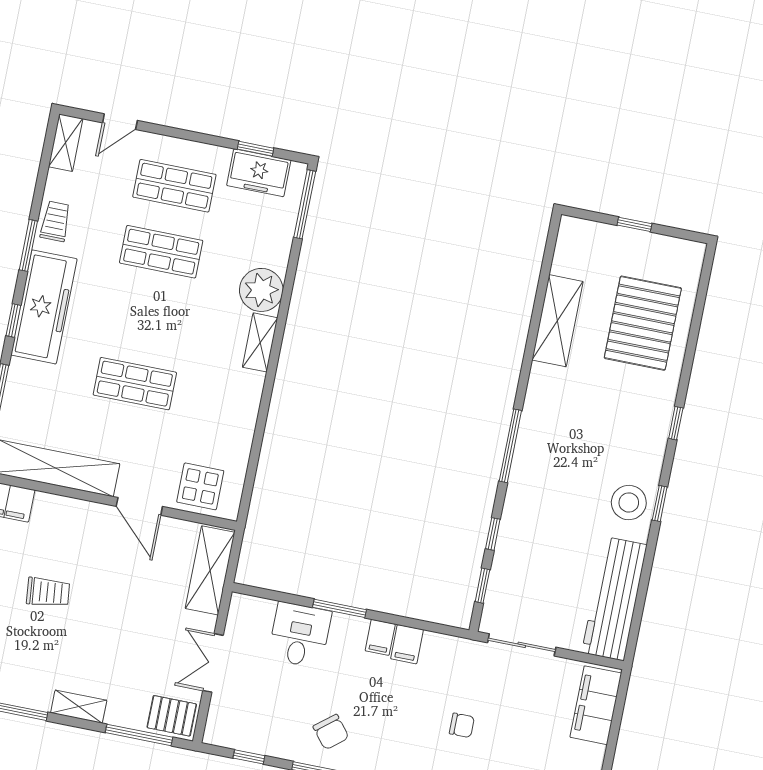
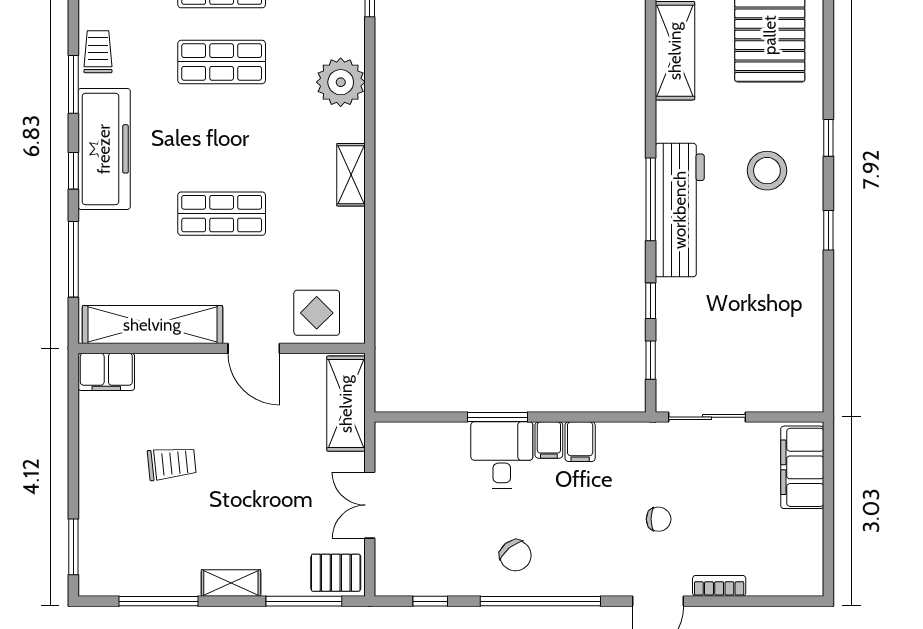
shelving: (260, 342) -> (351, 175), moved
stool: (629, 503) -> (767, 171), moved
workbench: (614, 599) -> (680, 210), moved, turned 180
desk: (300, 635) -> (502, 455), moved

